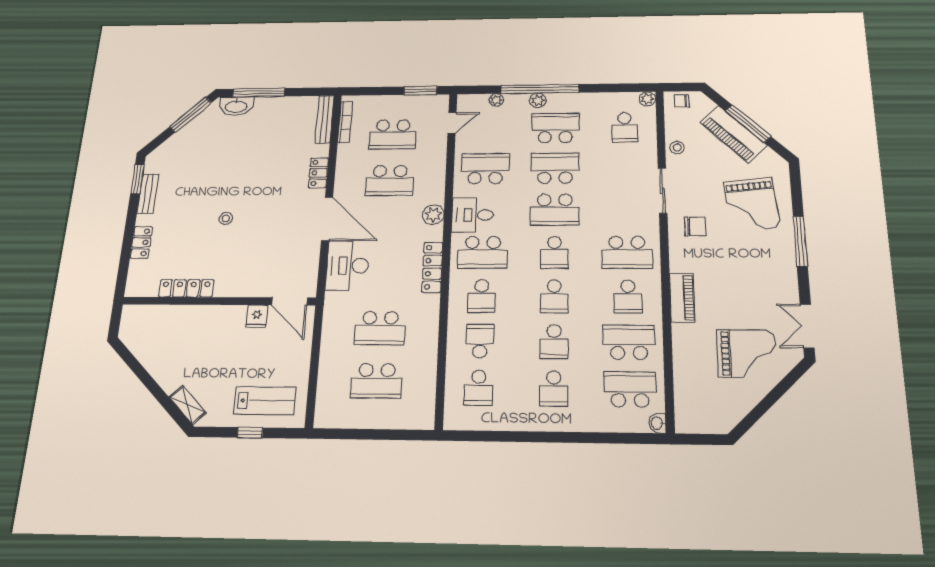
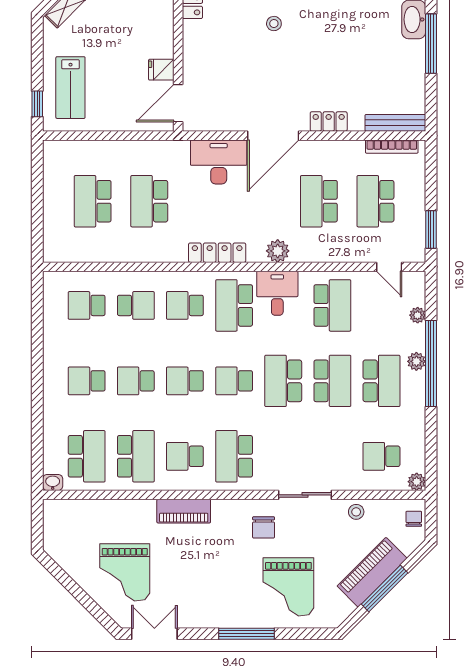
grand piano: (752, 204) -> (288, 587), turned -84
window: (250, 433) -> (37, 104), moved

